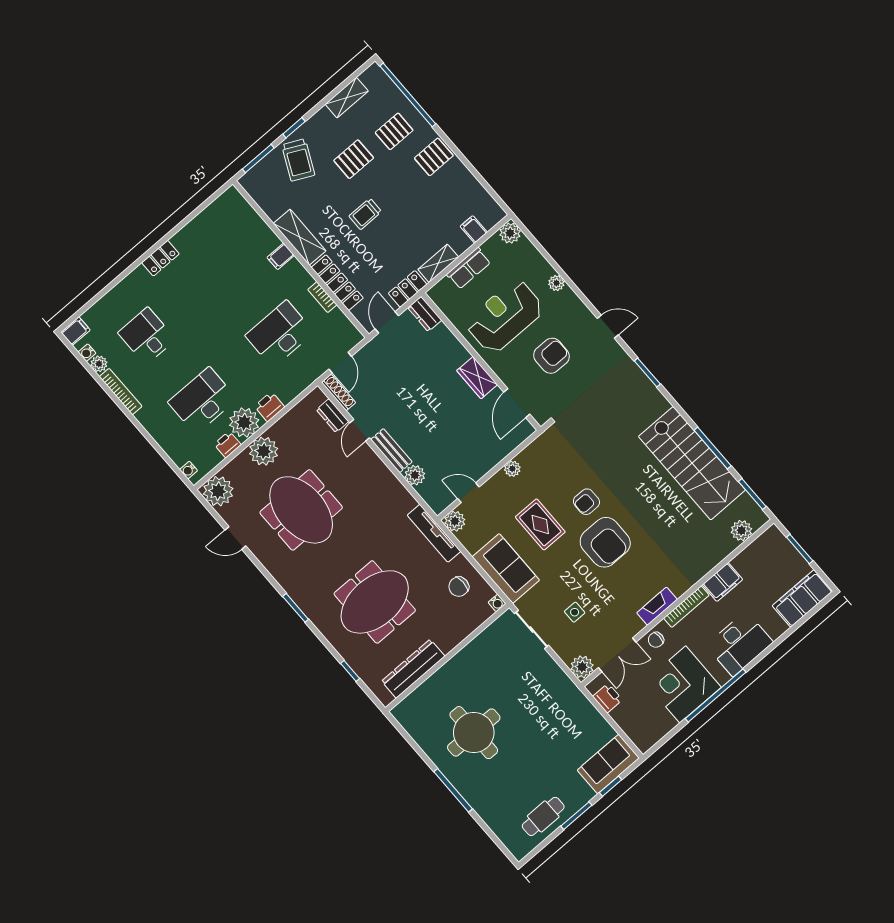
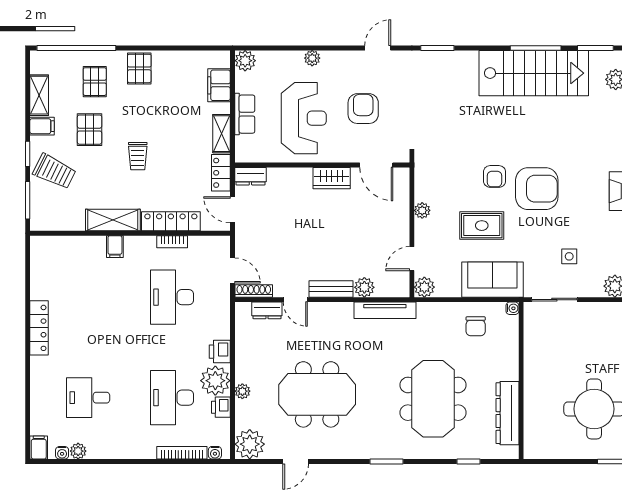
filing cabinet: (325, 120) -> (42, 126), added
filing cabinet: (474, 229) -> (219, 85), width x2.00
locker: (160, 258) -> (39, 328), width x1.53
reception desk: (505, 316) -> (304, 118), turned 180
bookcase: (121, 392) -> (182, 453), moved
plant: (264, 451) -> (242, 391), width x0.53, depth x0.53
tv unit: (434, 533) -> (385, 310), moved

